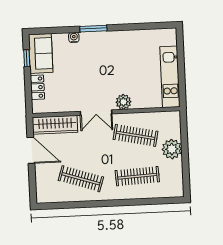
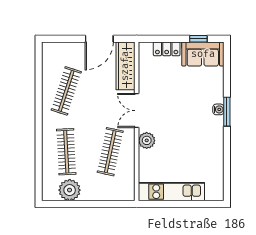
water cooler: (74, 37) -> (218, 109), moved
plant: (172, 149) -> (70, 190), moved

